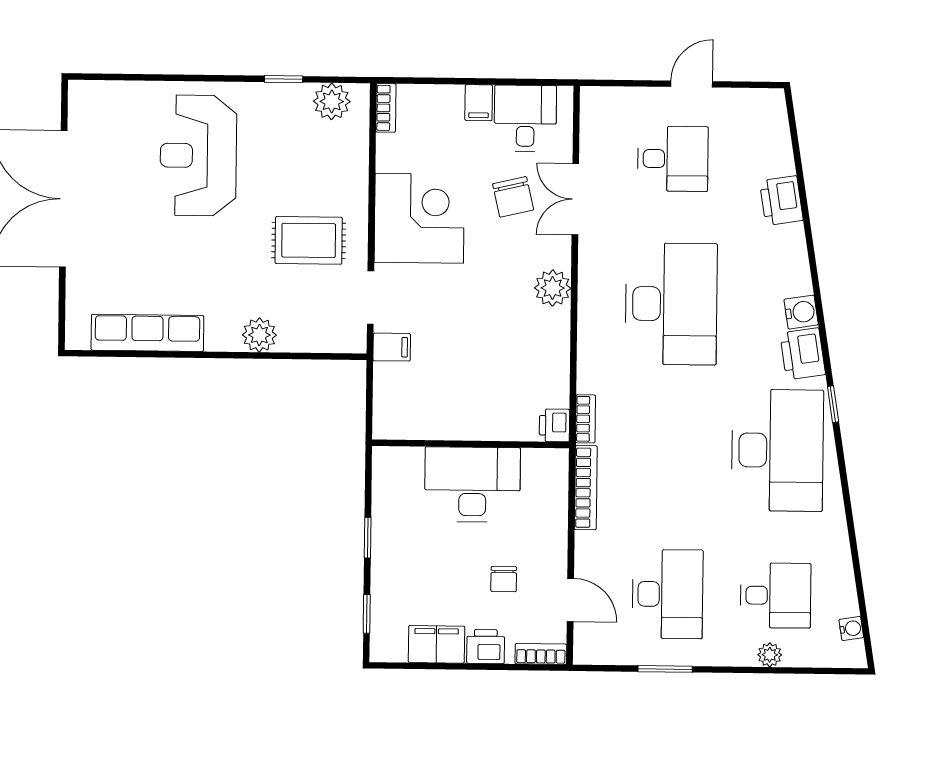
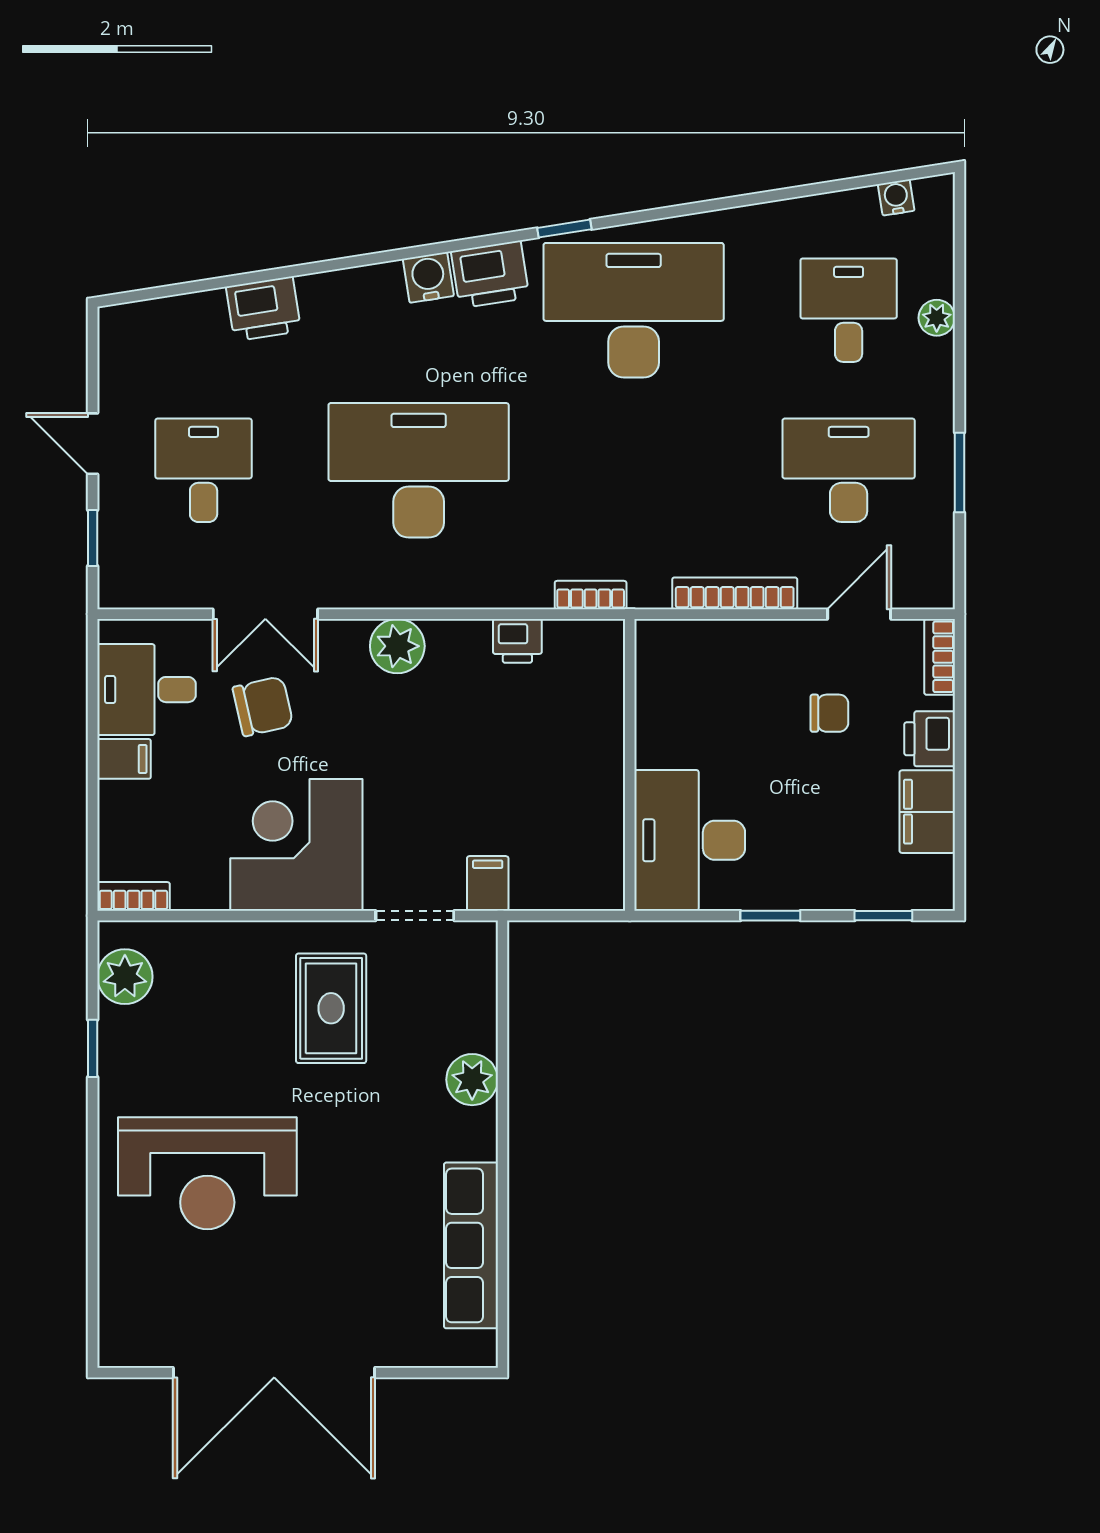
window: (628, 83) -> (93, 538), added
printer: (554, 425) -> (517, 641), moved
desk: (472, 484) -> (690, 840), moved
bookcase: (586, 488) -> (735, 593), moved

